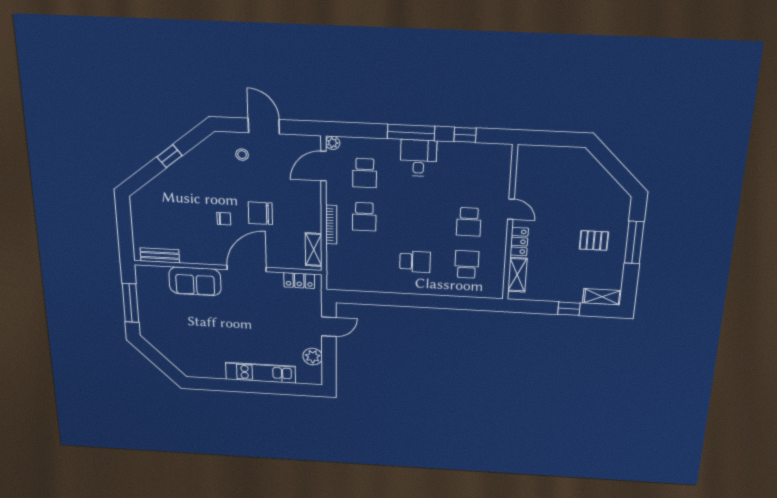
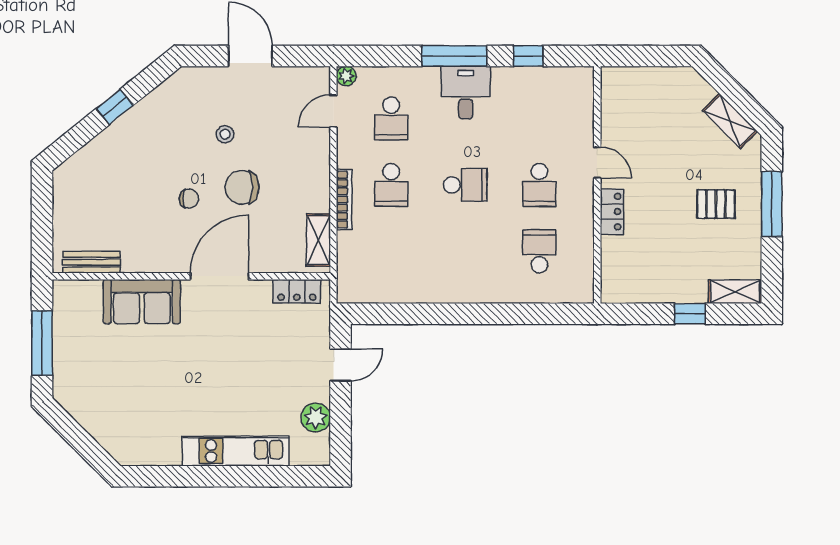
stool: (242, 155) -> (225, 134), moved
door: (324, 166) -> (333, 111), width x0.73
school desk: (415, 262) -> (465, 185), moved
shelving: (517, 275) -> (730, 121), moved, turned -45

